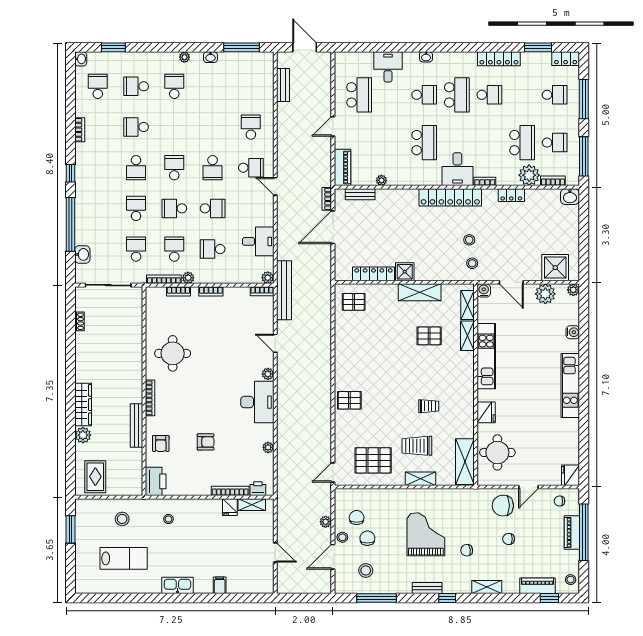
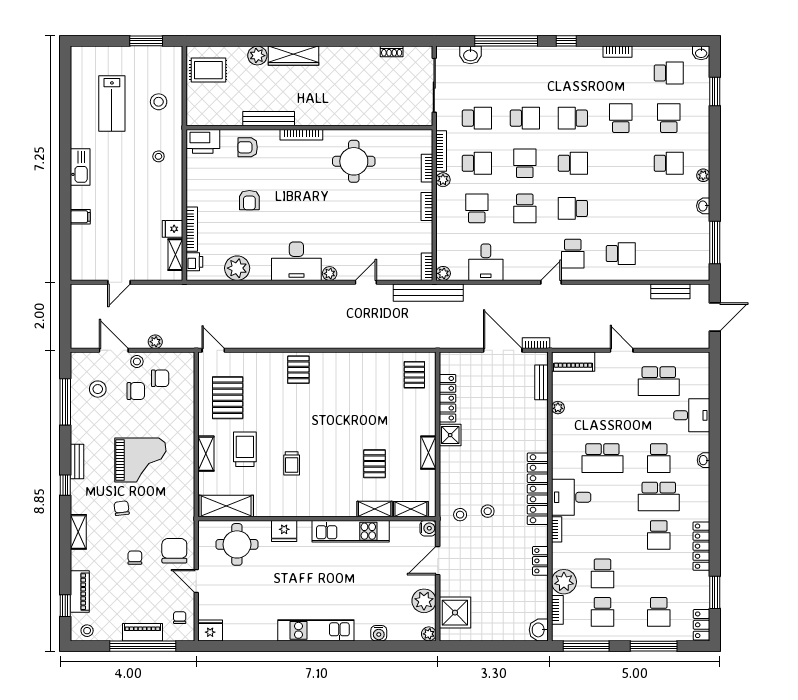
school desk: (522, 143) -> (602, 573), width x0.54
shelving: (420, 292) -> (428, 453), width x0.67, depth x0.75
plant: (268, 447) -> (237, 268), width x1.88, depth x1.88

